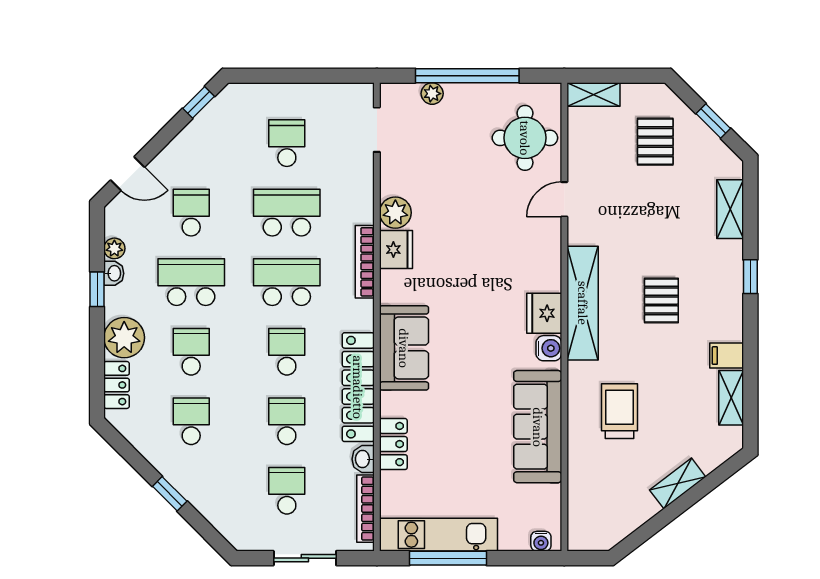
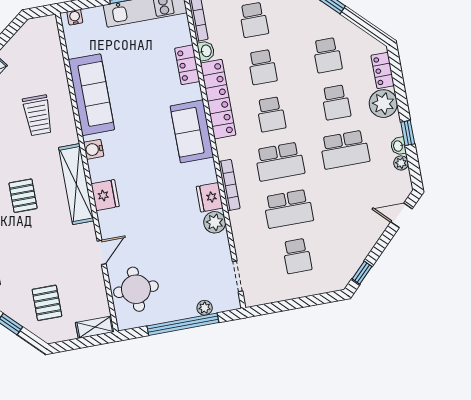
school desk: (191, 213) -> (353, 197), removed
fridge: (544, 313) -> (105, 195), moved

